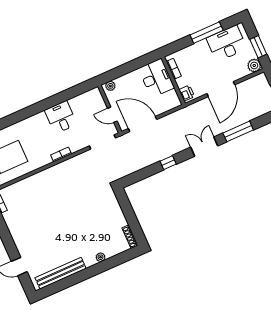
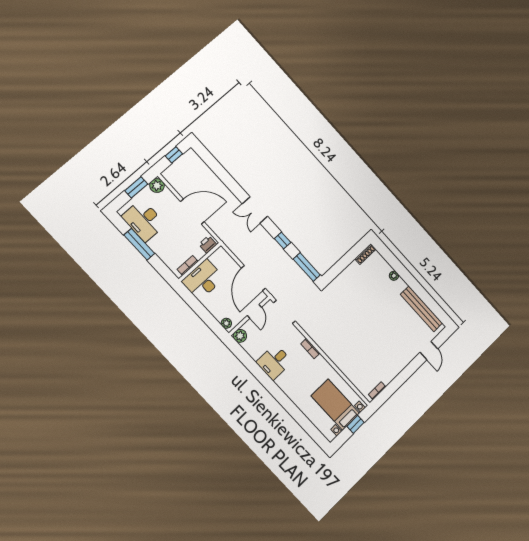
plant: (95, 94) -> (240, 336), added
window: (238, 131) -> (307, 267), moved

